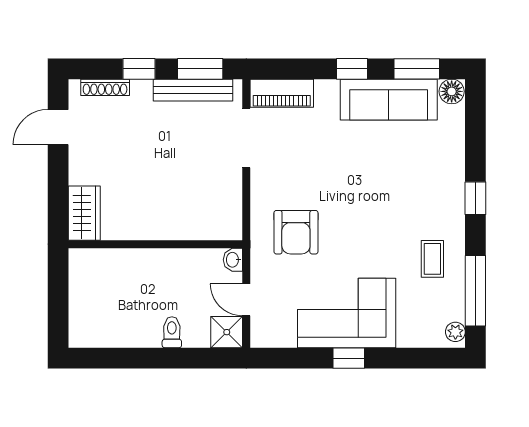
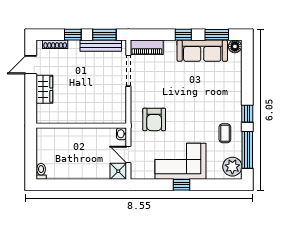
window: (475, 198) -> (247, 114), moved
wardrobe: (84, 213) -> (44, 89), moved
toilet: (172, 332) -> (41, 171), moved
plant: (455, 332) -> (232, 167), width x1.88, depth x1.88

